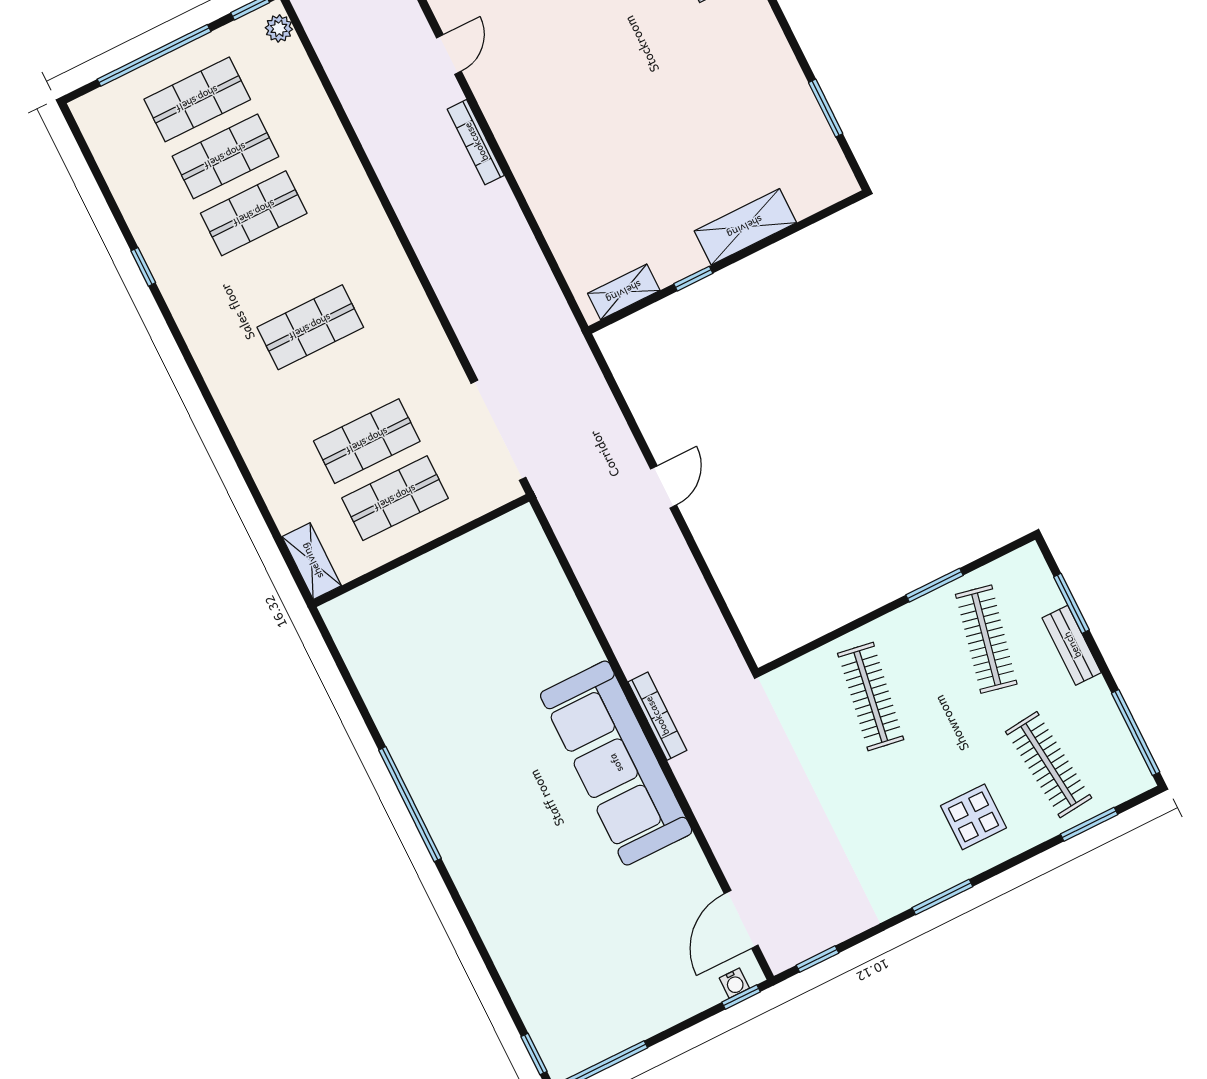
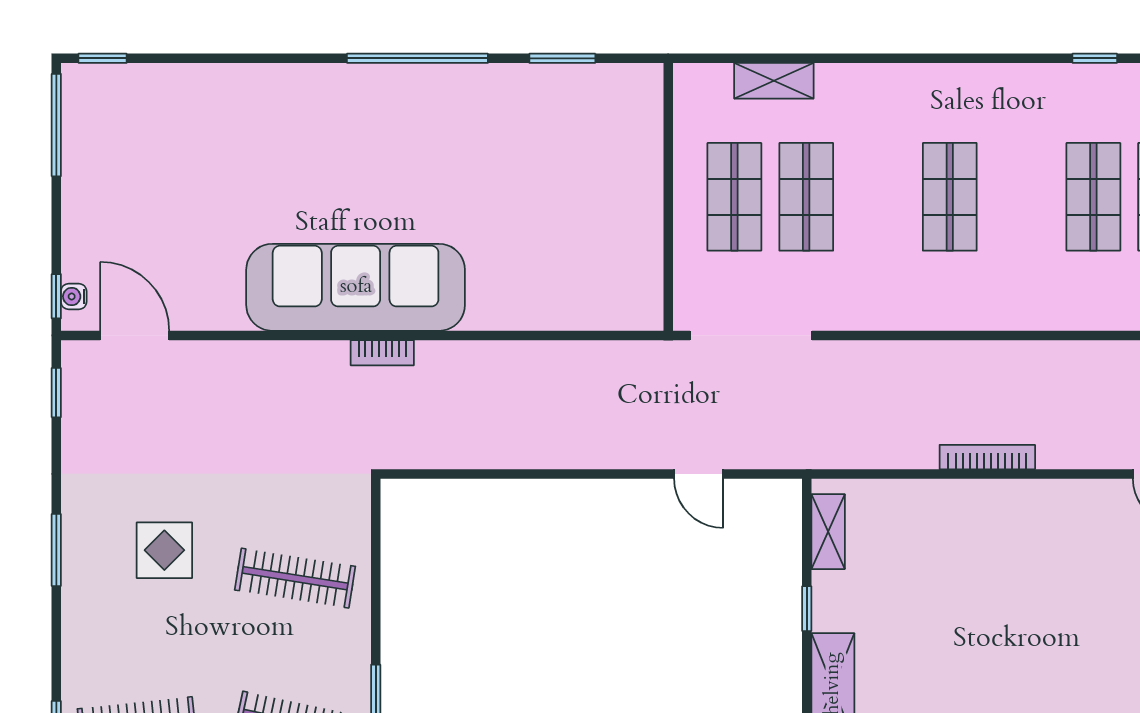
bookcase: (476, 142) -> (987, 457), moved
door: (664, 487) -> (699, 474), moved
shelving: (312, 561) -> (774, 81), moved
window: (353, 689) -> (562, 58), added
bookcase: (657, 716) -> (382, 353), width x0.64
display table: (974, 817) -> (164, 550), moved

